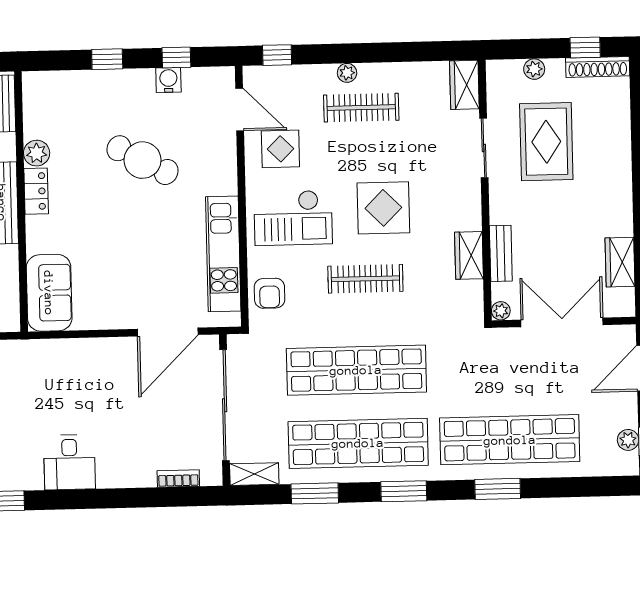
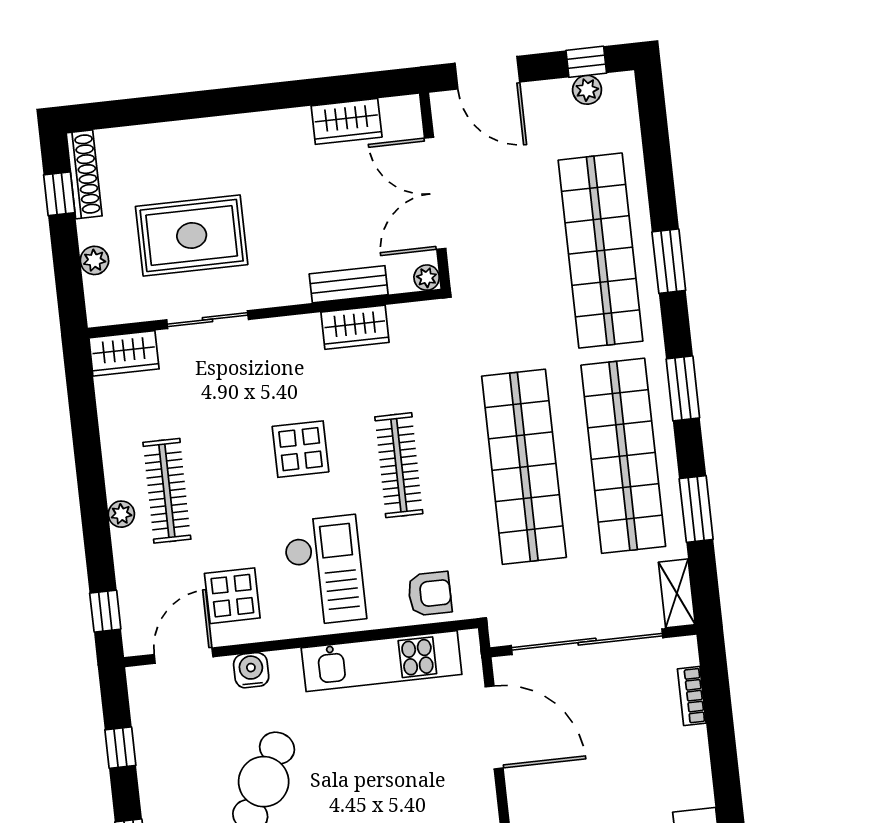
water cooler: (168, 80) -> (251, 670), moved, turned 90
display table: (383, 208) -> (300, 449), width x0.73, depth x0.73

